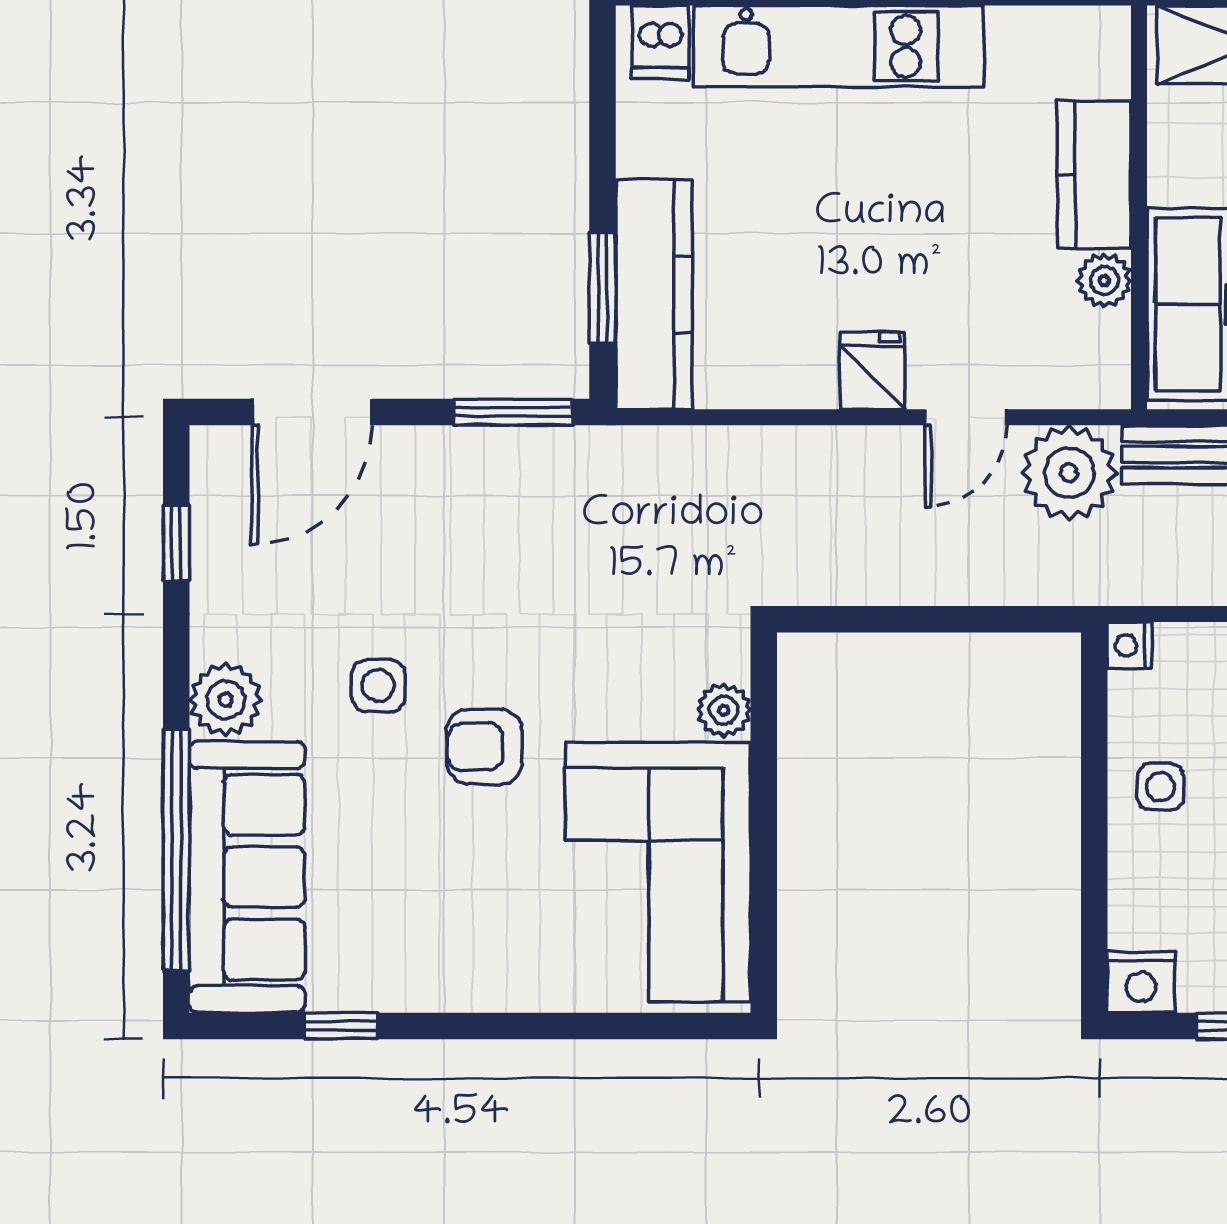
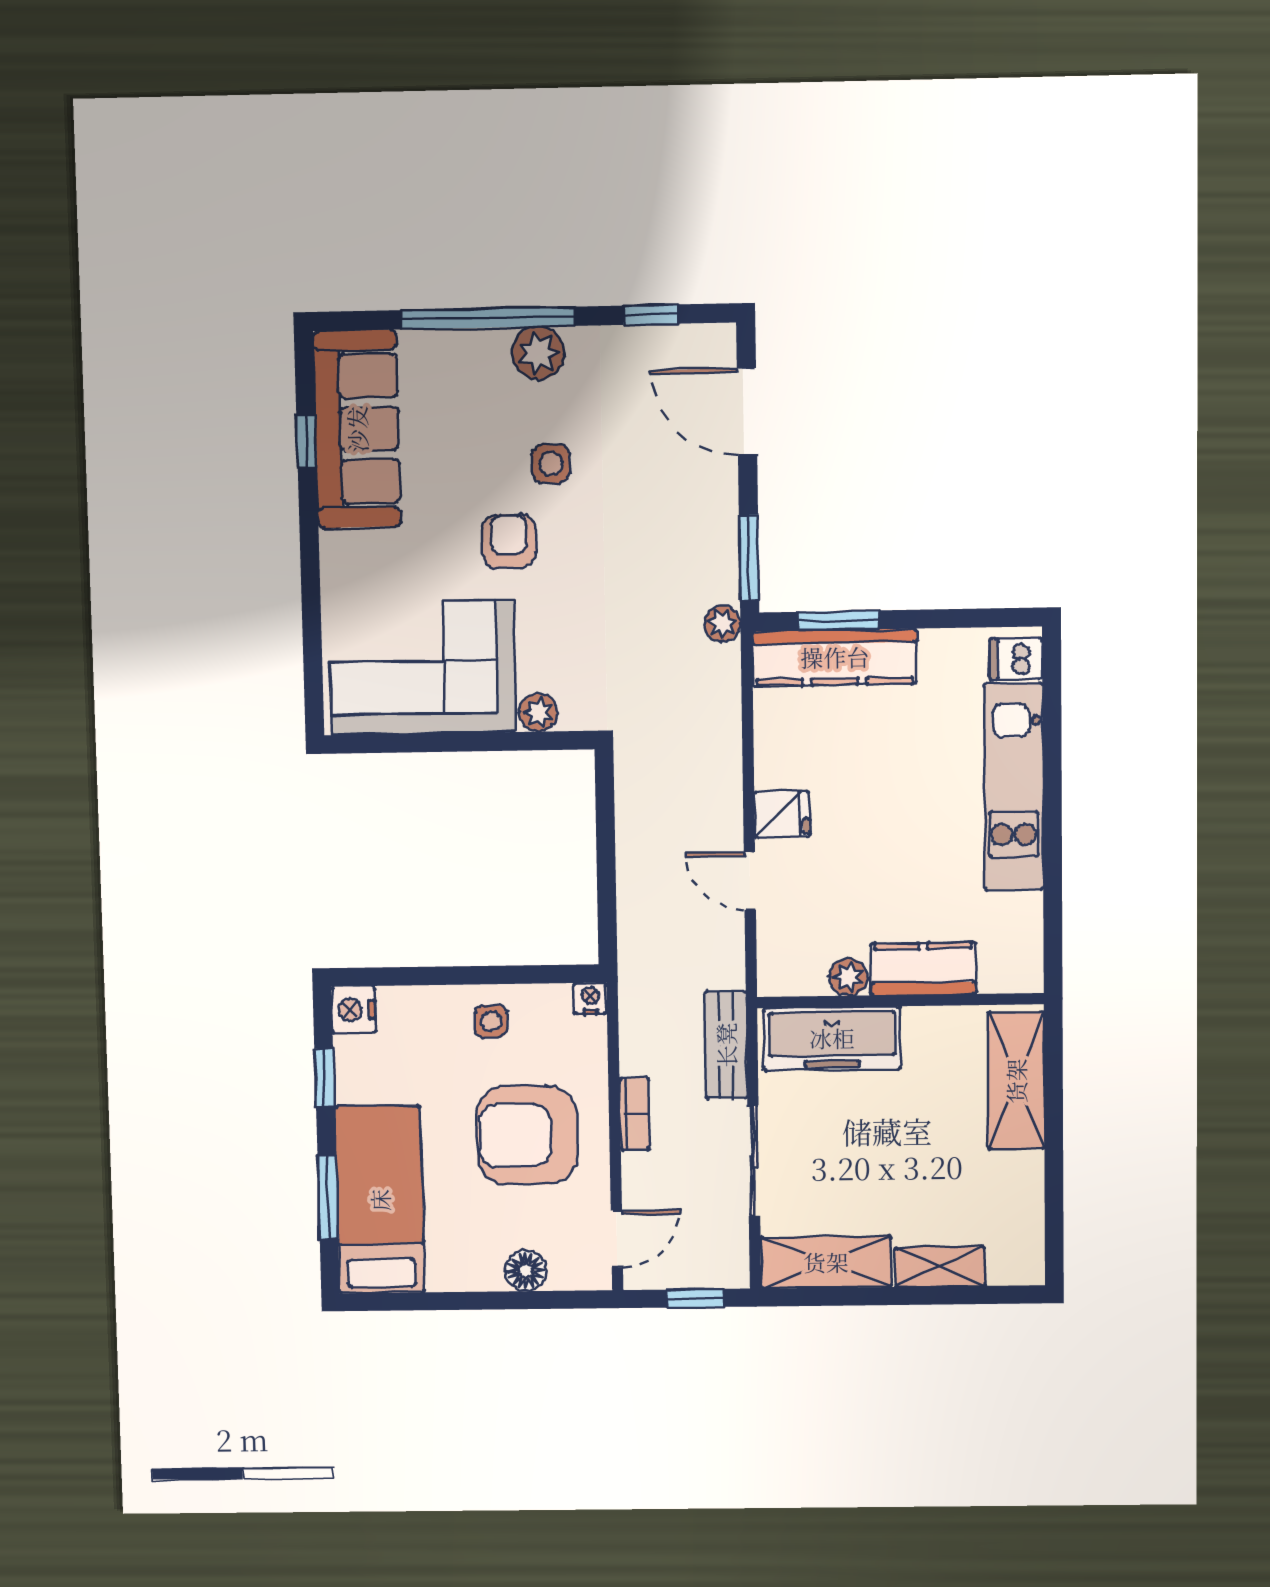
plant: (1069, 473) -> (722, 624), moved, width x0.53, depth x0.53
window: (176, 850) -> (488, 318), moved
sofa: (247, 877) -> (357, 429), moved, turned -90

